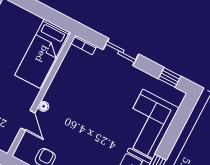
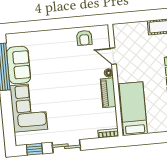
sliding door: (121, 52) -> (66, 146), moved
piano: (57, 86) -> (108, 93), added

